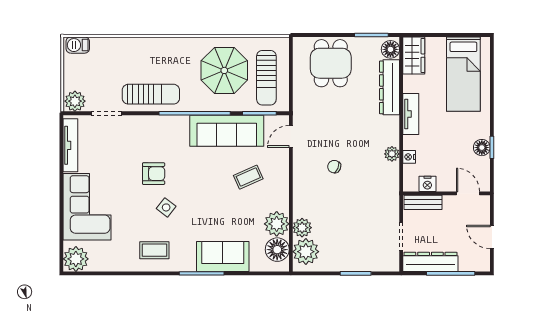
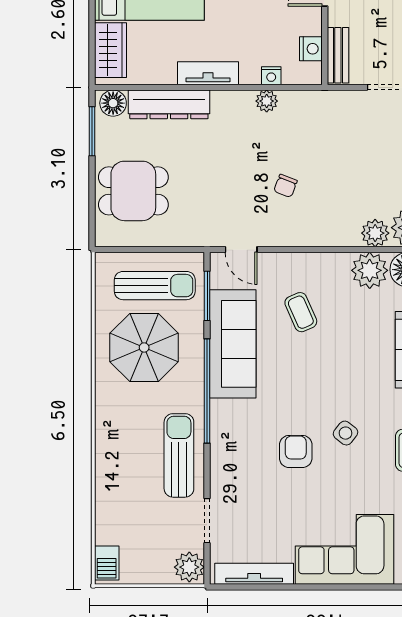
wardrobe: (414, 56) -> (111, 50), moved, turned 90

